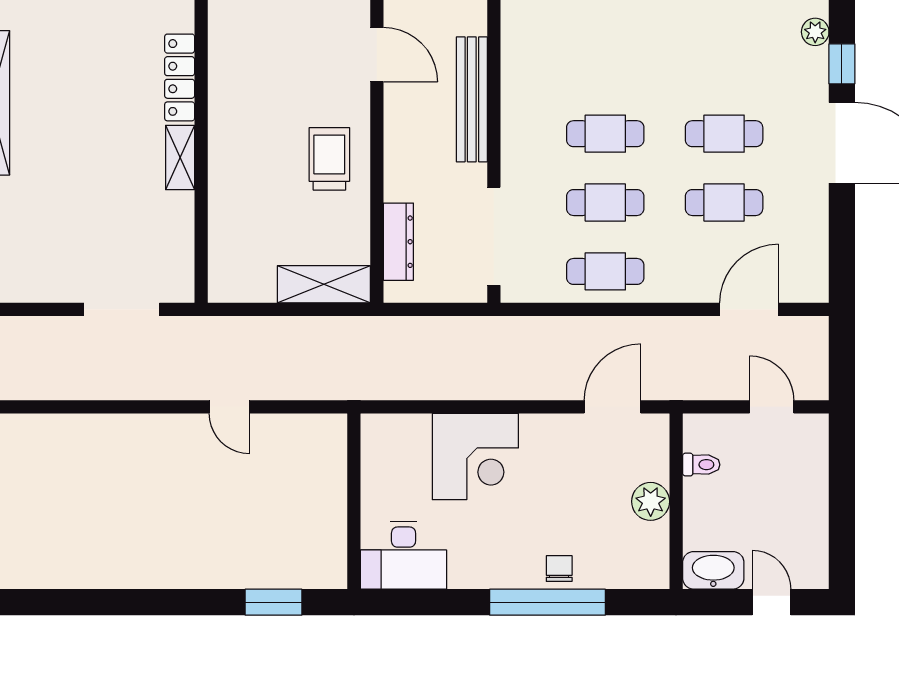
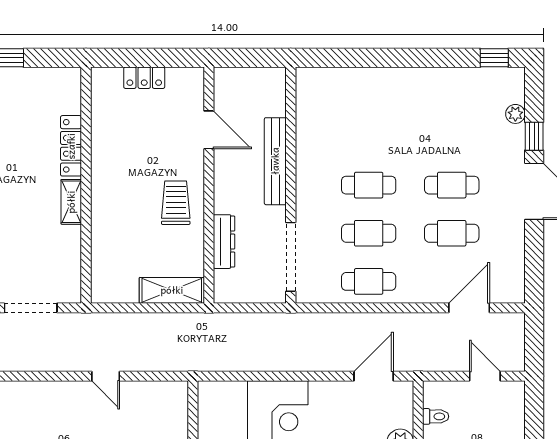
dresser: (398, 242) -> (224, 242), moved

